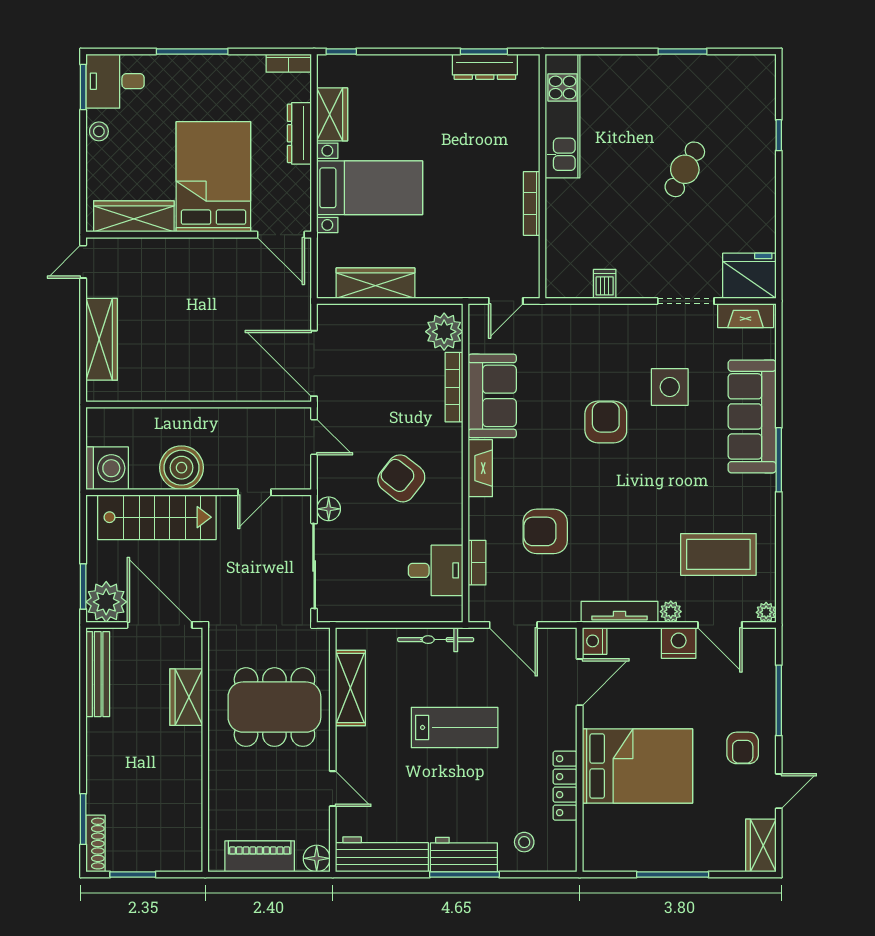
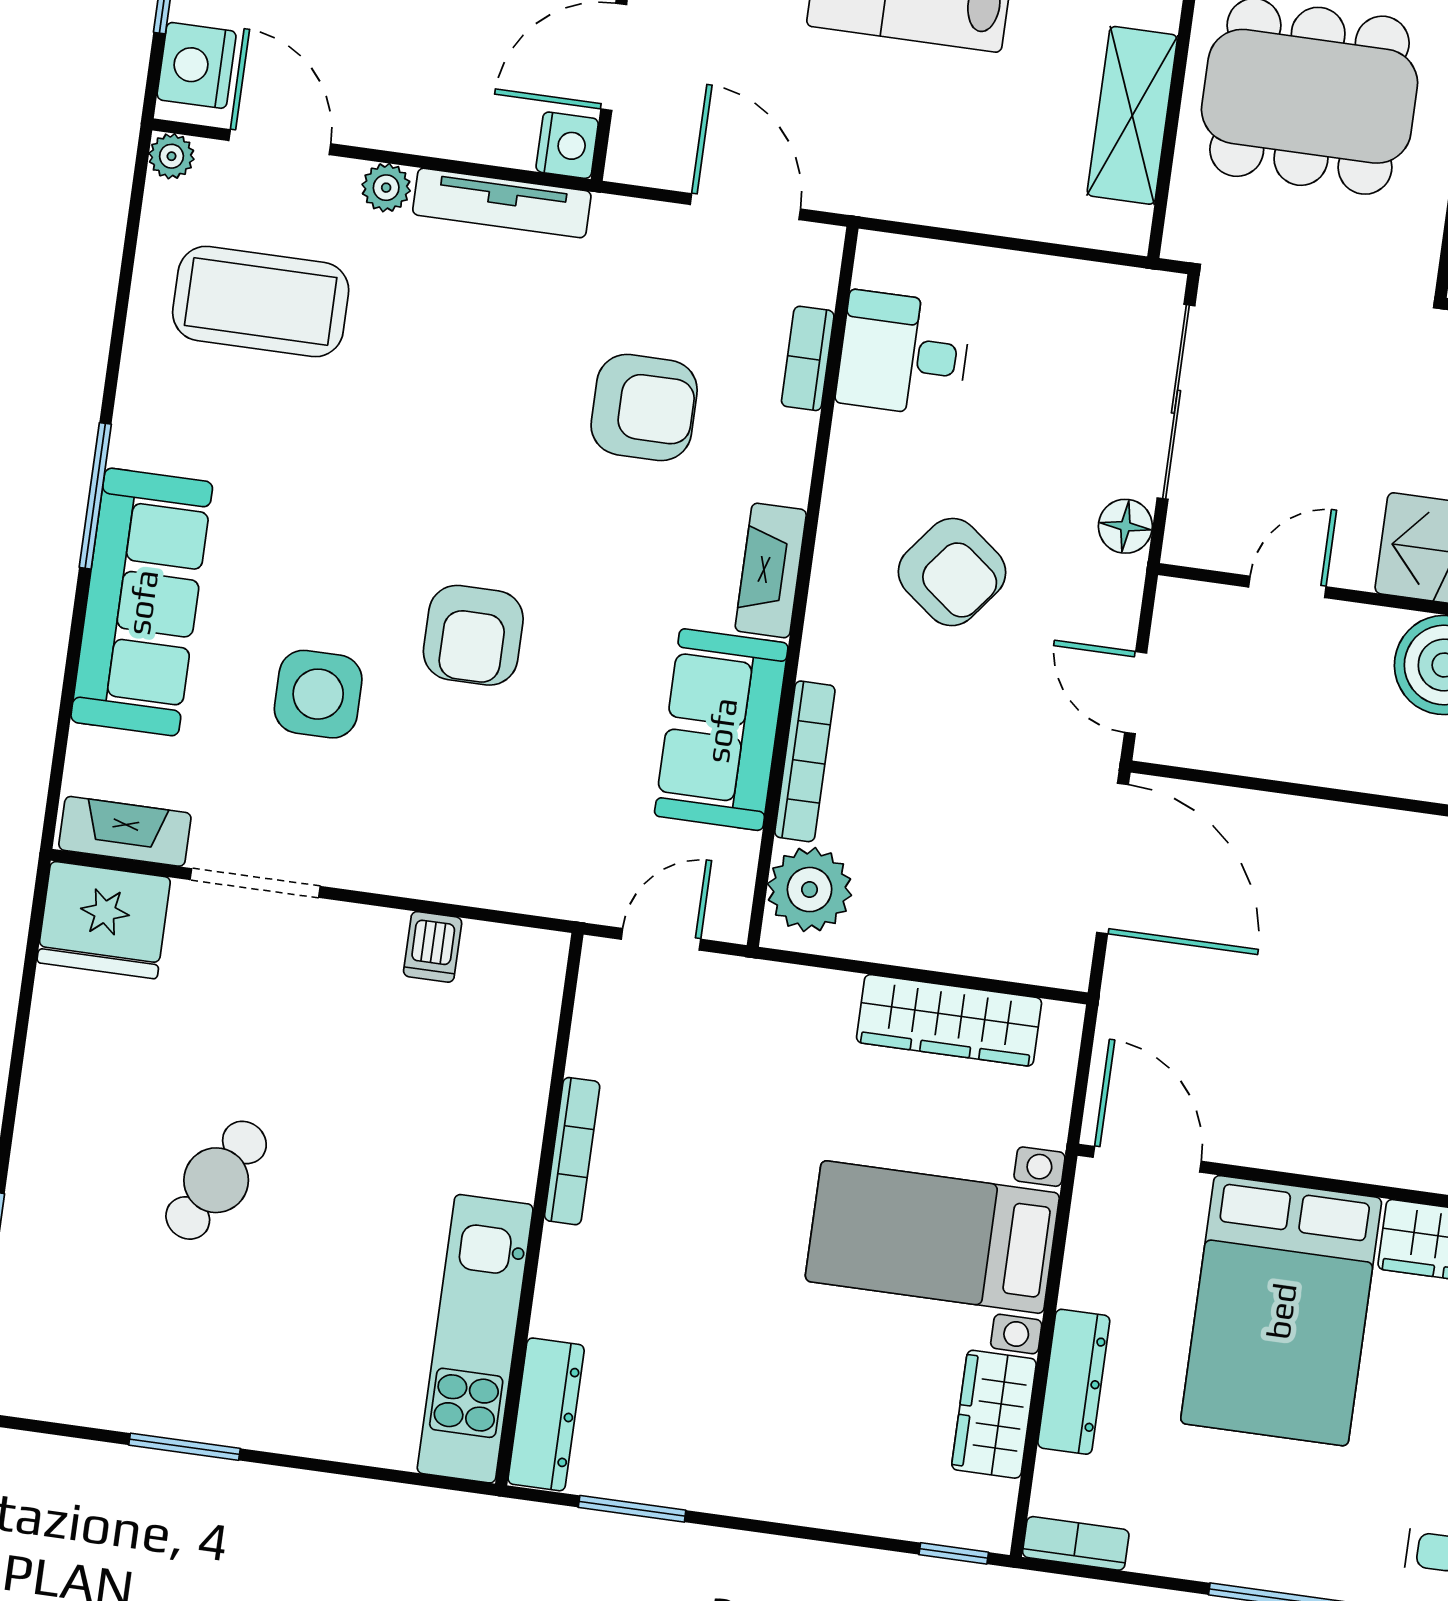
dresser: (485, 67) -> (546, 1414), moved, turned 90
bicycle: (436, 640) -> (925, 198), removed
nightstand: (679, 643) -> (197, 65), moved, turned 90

